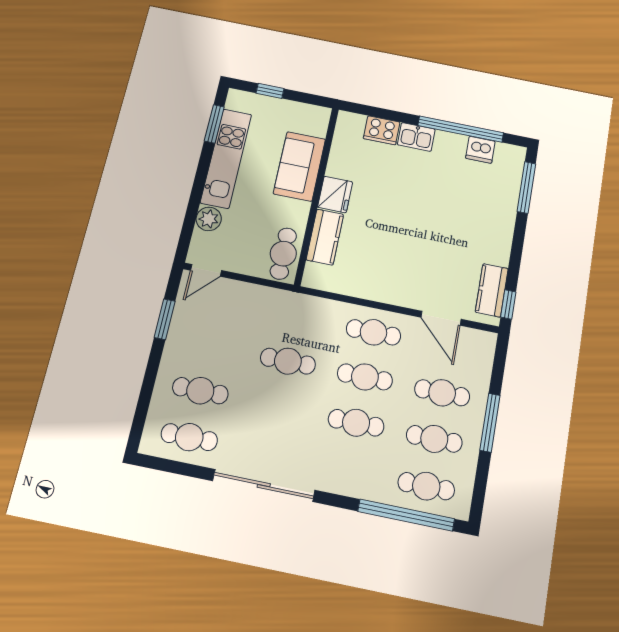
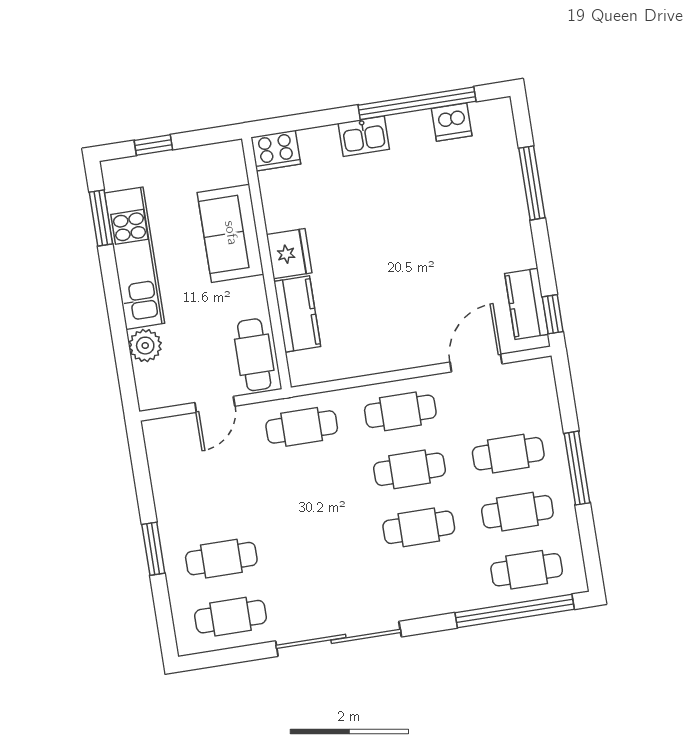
cooker: (382, 130) -> (276, 151), moved
window: (526, 187) -> (532, 183), moved
door: (206, 270) -> (215, 404), moved
door: (441, 318) -> (476, 363), swing flipped
window: (165, 319) -> (153, 549), moved
cafe table: (288, 361) -> (302, 427), moved

